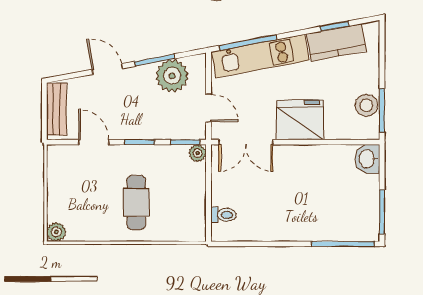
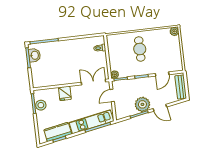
plant: (172, 76) -> (142, 104), moved
door: (209, 108) -> (112, 96), hinge flipped
fridge: (300, 120) -> (65, 93), width x0.53, depth x0.75
door: (94, 142) -> (162, 74), hinge flipped
washbasin: (367, 159) -> (34, 55), moved

